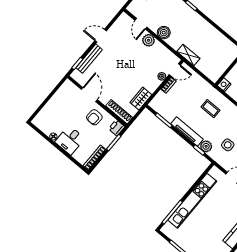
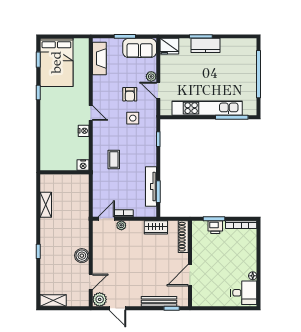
door: (101, 36) -> (117, 308), moved
plant: (149, 40) -> (100, 299), moved
shelving: (188, 55) -> (46, 205), moved
door: (175, 70) -> (106, 219), hinge flipped
armchair: (94, 117) -> (206, 254), removed
printer: (117, 128) -> (215, 227), moved
tv unit: (187, 132) -> (151, 187), moved
desk: (70, 140) -> (244, 293), moved
plant: (206, 146) -> (150, 136), removed

